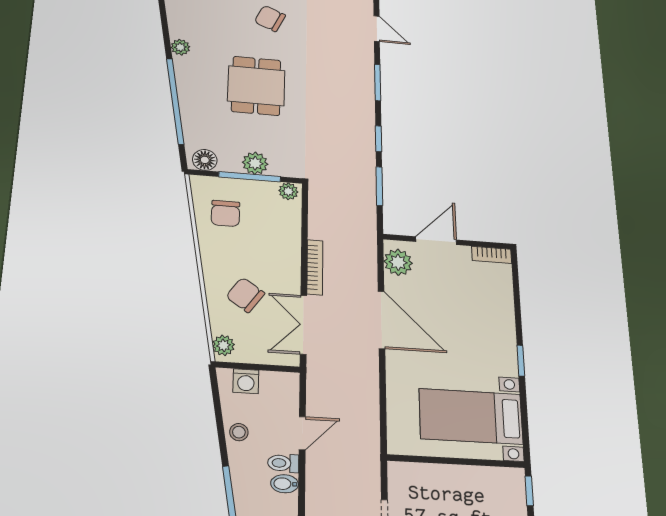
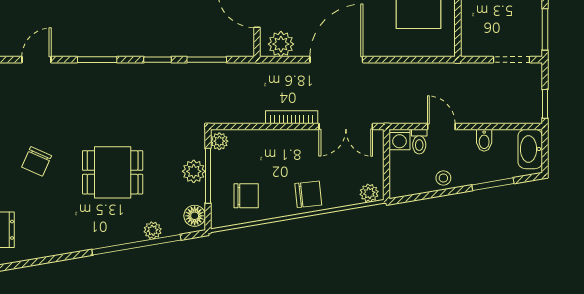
plant: (180, 47) -> (153, 230), moved
chair: (245, 295) -> (308, 194), moved, turned -131
washing machine: (246, 381) -> (399, 140), moved, turned 90
toilet: (283, 463) -> (419, 142), moved

